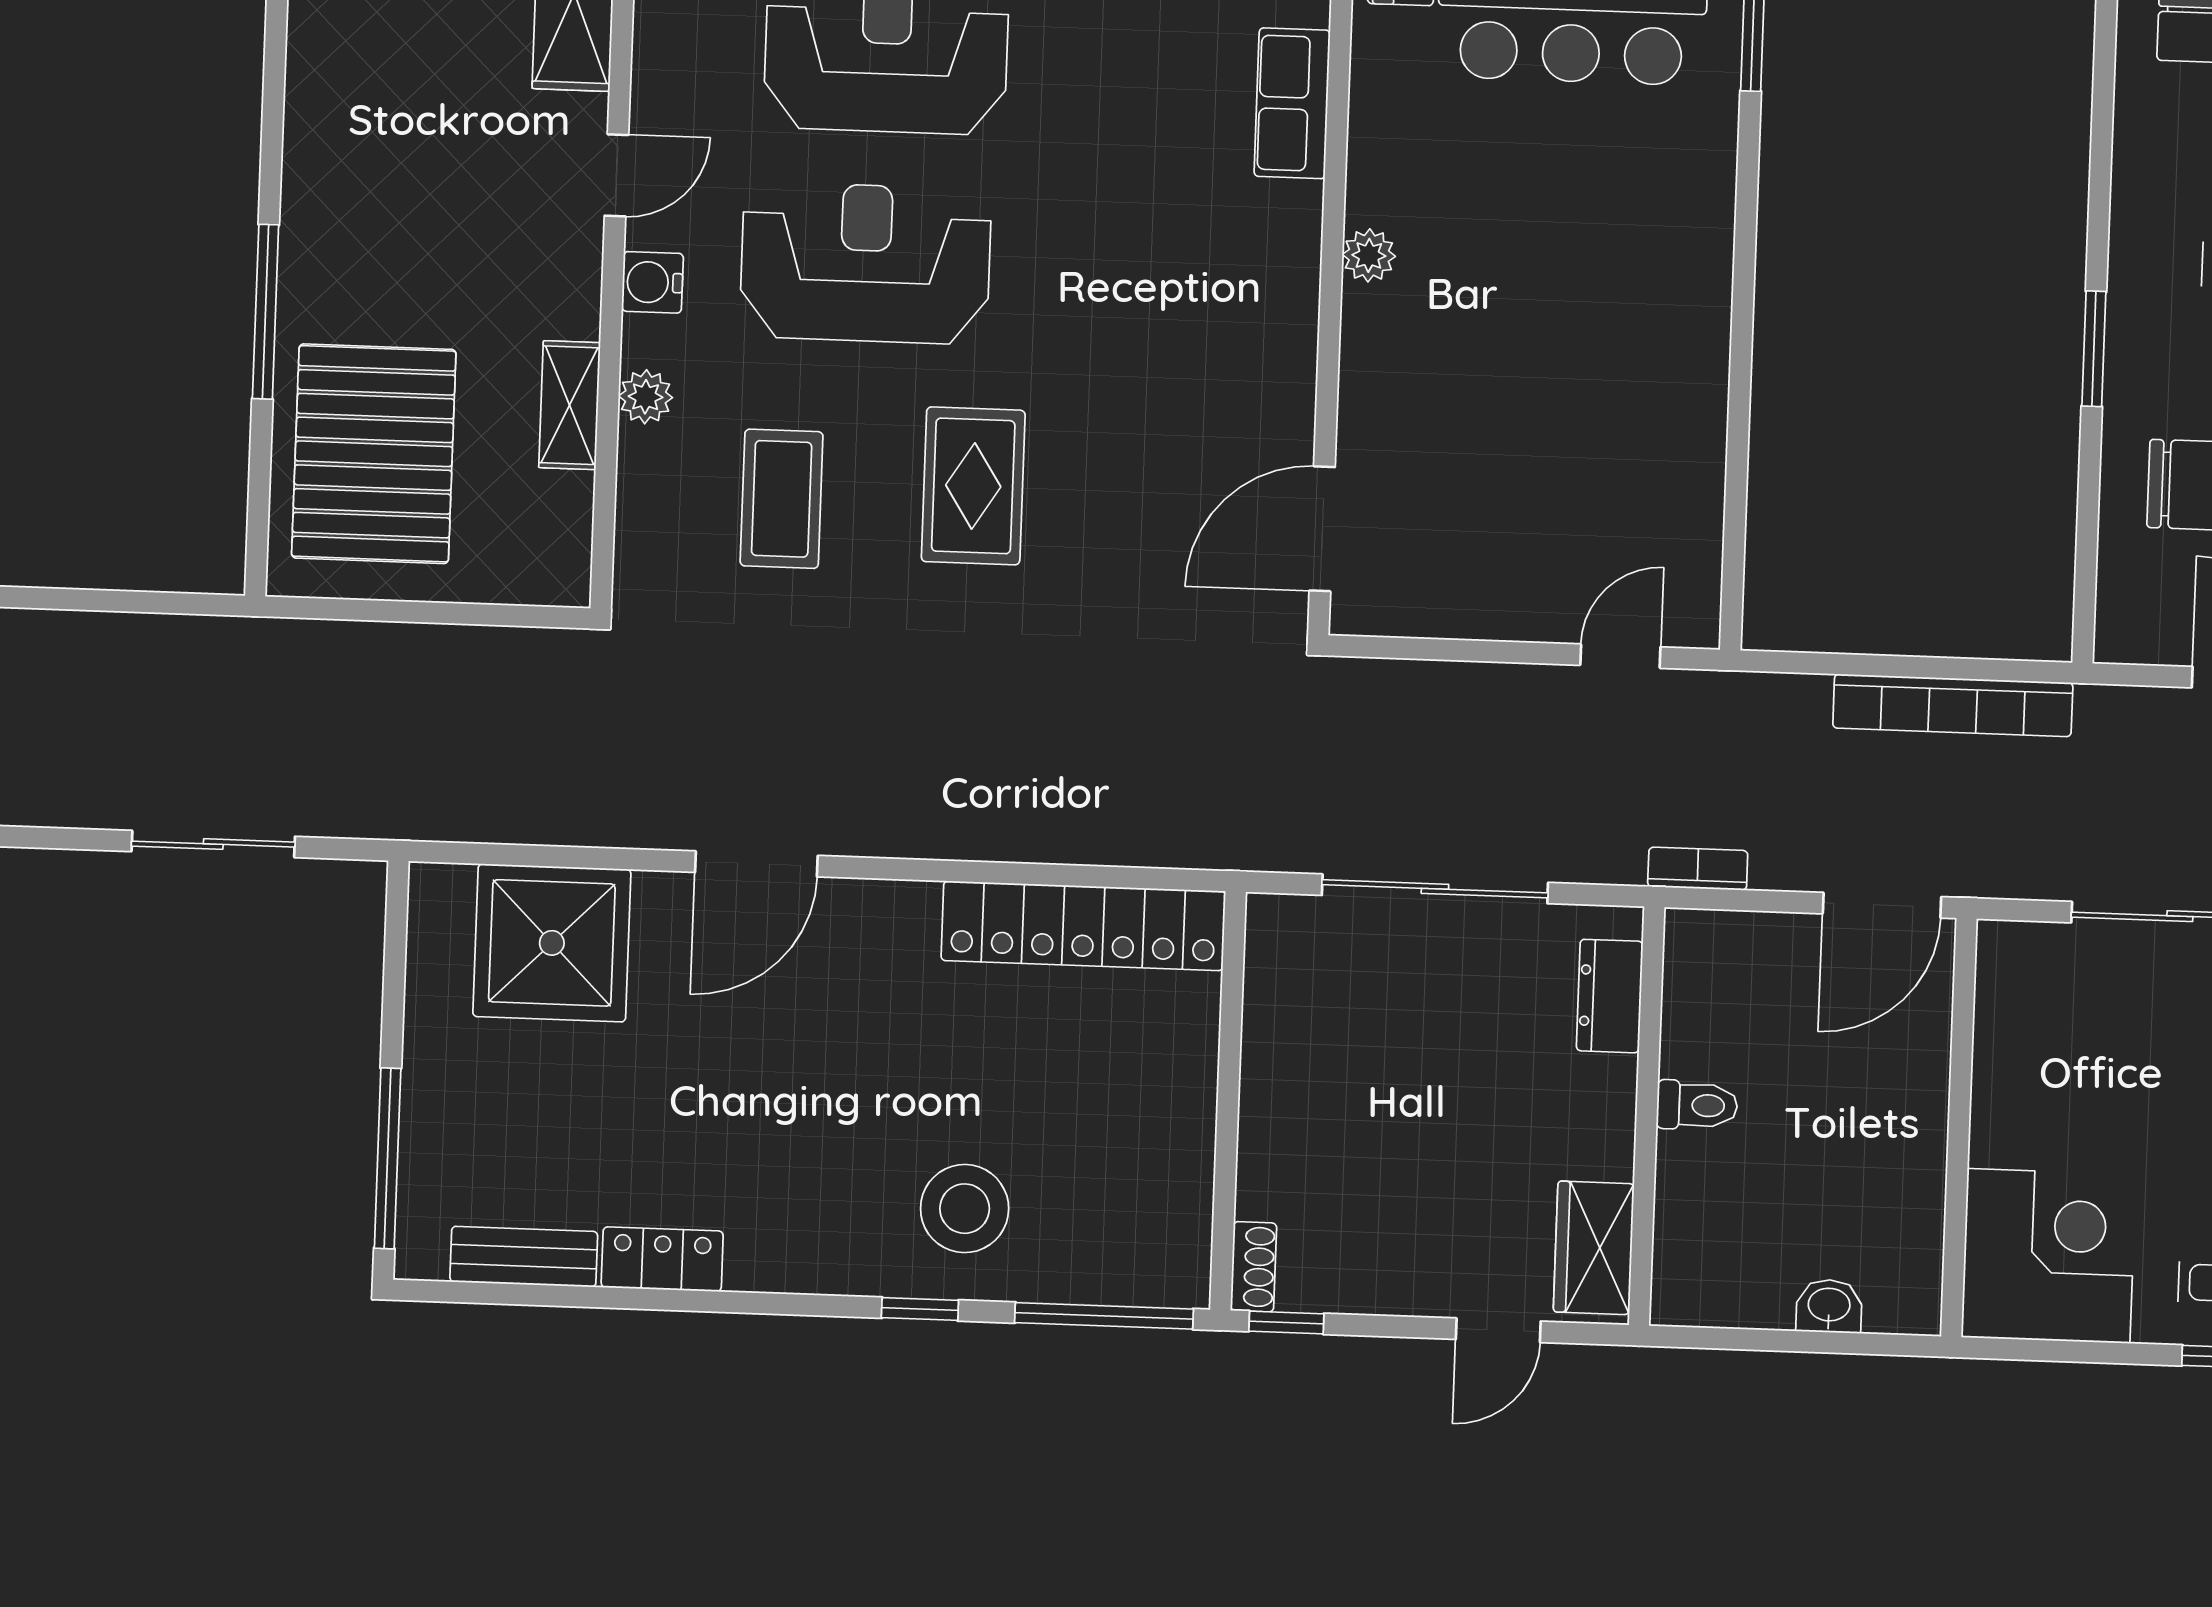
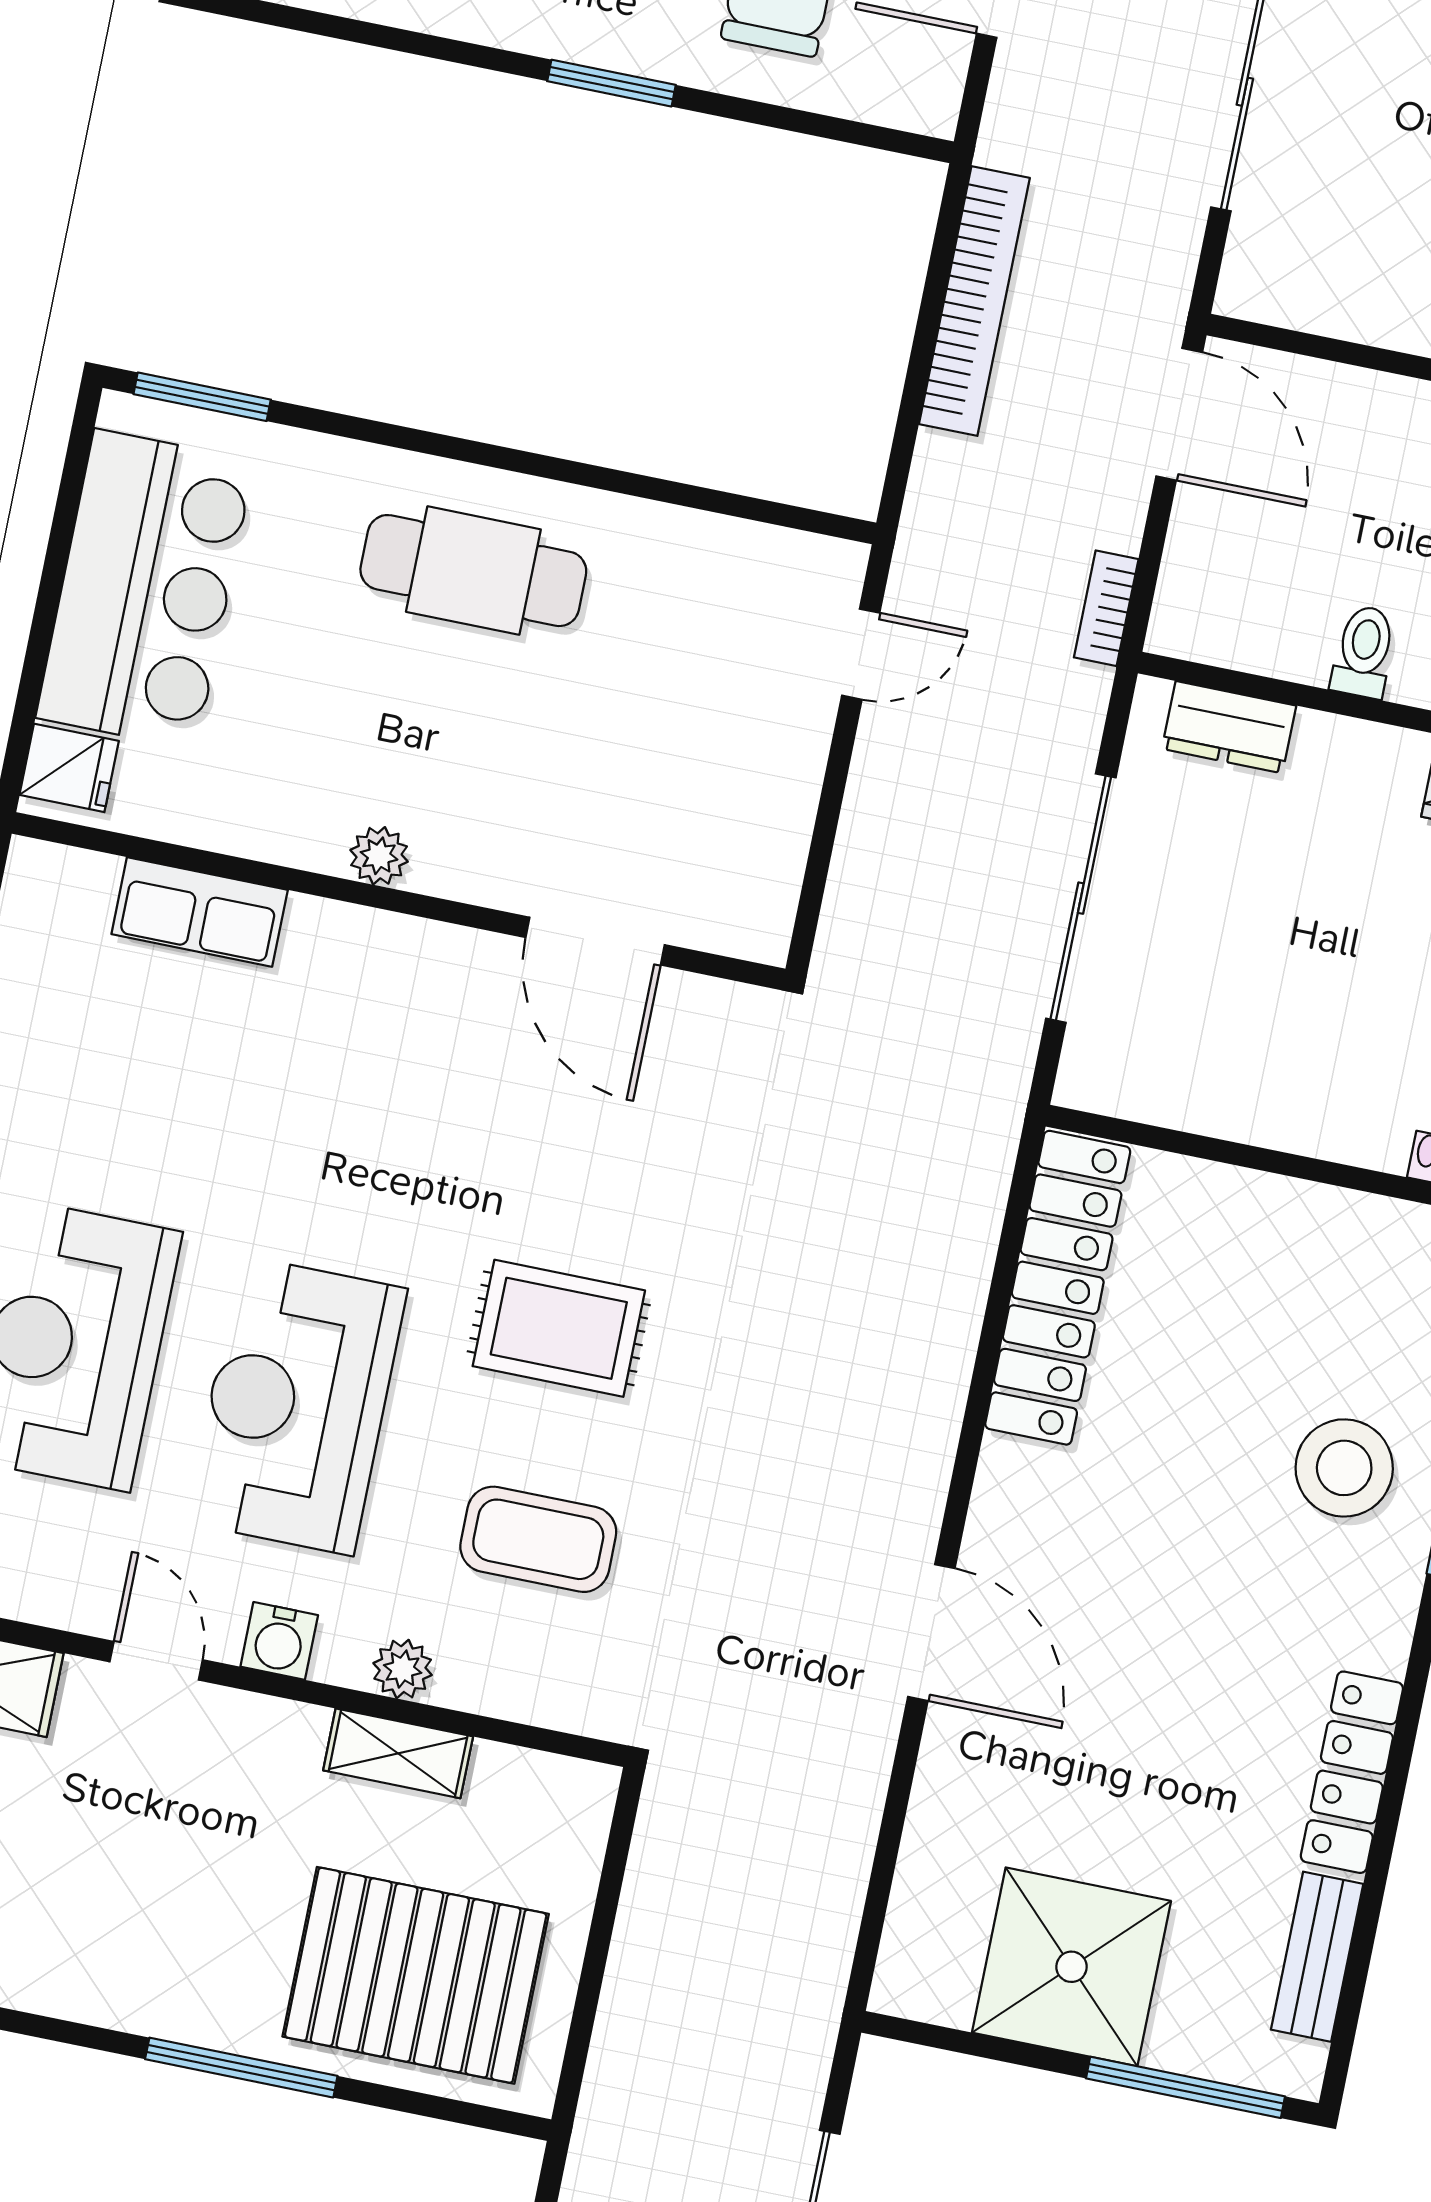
cafe table: (1638, 297) -> (473, 571), added
door: (1322, 529) -> (595, 941), moved
door: (1620, 656) -> (861, 654), swing flipped
shower: (552, 943) -> (1072, 1967), moved
locker: (662, 1259) -> (1352, 1772), width x1.53

